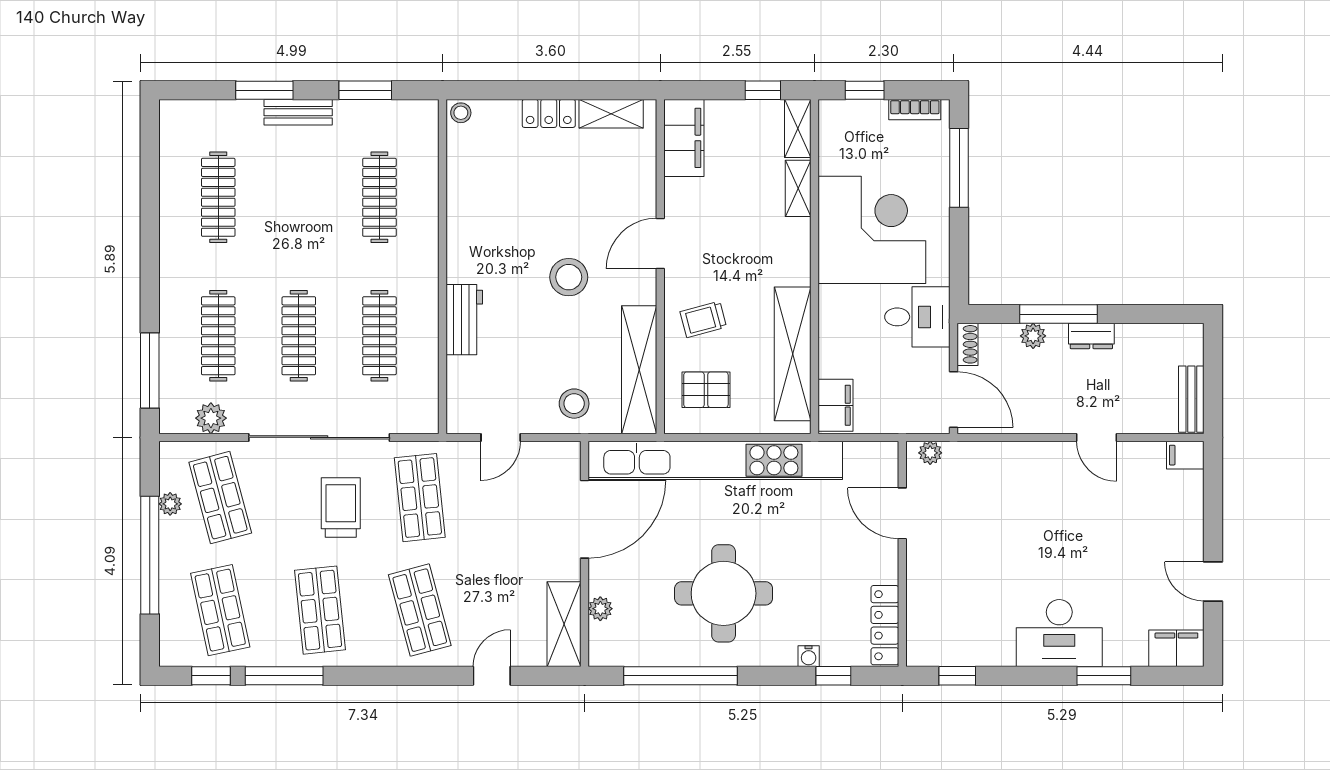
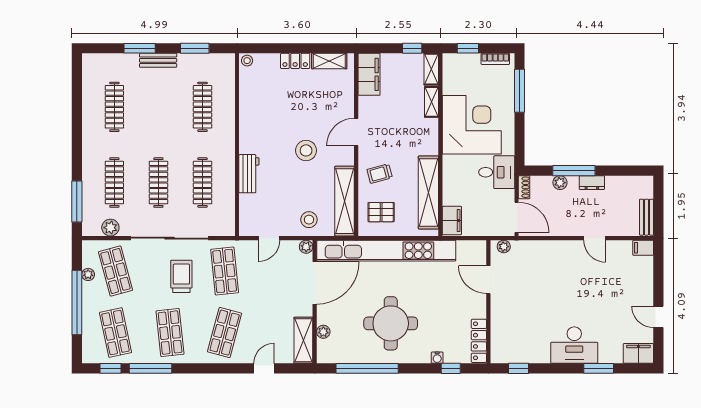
plant: (569, 453) -> (306, 247), added
shop shelf: (420, 610) -> (225, 333), turned 30

